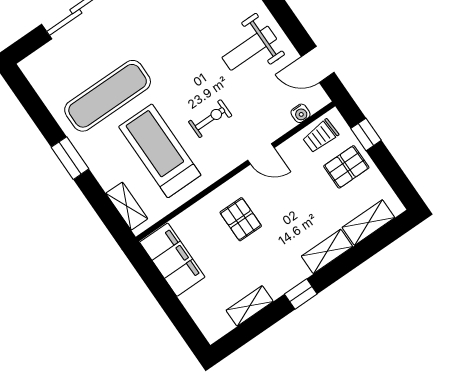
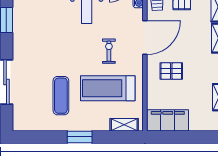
exercise mat: (108, 96) -> (61, 96), width x0.73, depth x0.69
door: (261, 154) -> (145, 38), width x1.87

